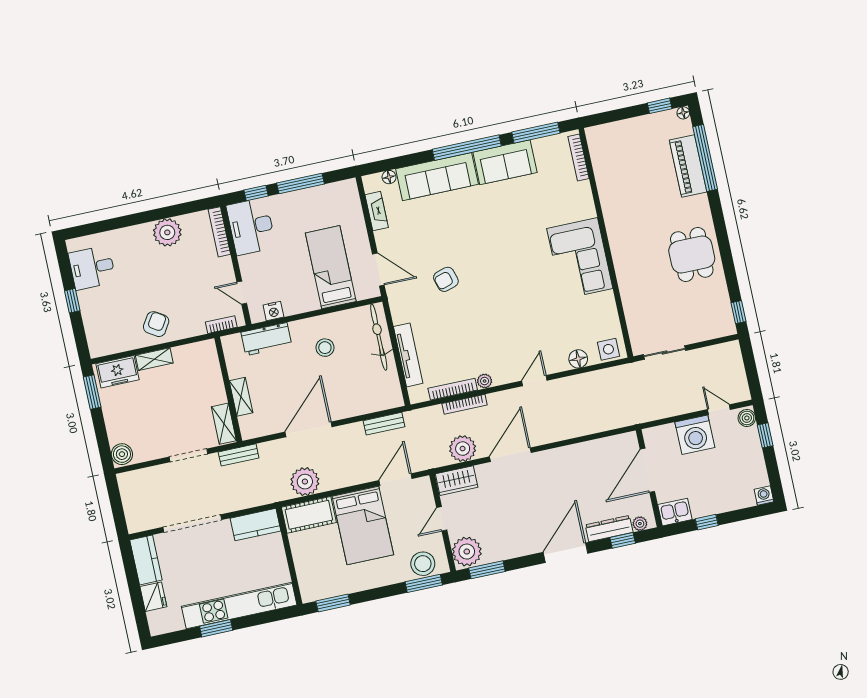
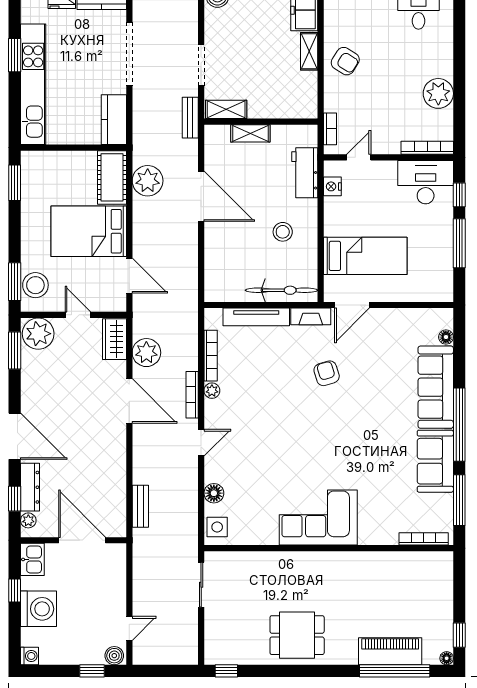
fireplace: (377, 211) -> (311, 316), moved
door: (534, 381) -> (201, 443), hinge flipped
bookcase: (465, 404) -> (192, 395), moved
bench: (384, 424) -> (140, 506), moved
washing machine: (695, 435) -> (39, 609), moved, turned 180

